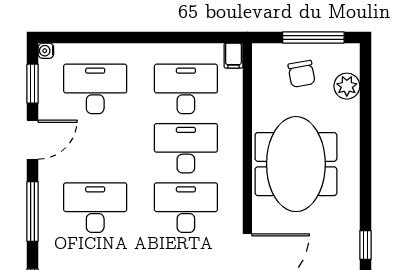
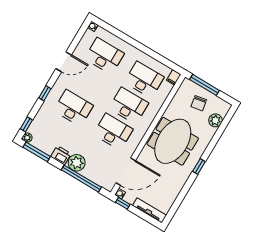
window: (313, 37) -> (205, 85), moved
window: (33, 84) -> (78, 37), removed
window: (33, 211) -> (45, 93), width x0.46
window: (365, 245) -> (199, 167), moved

